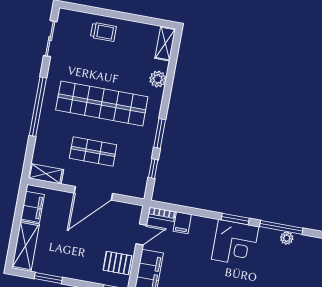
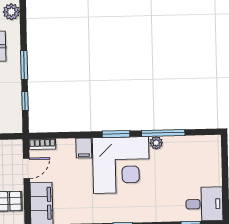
filing cabinet: (182, 223) -> (84, 148), moved
plant: (287, 238) -> (156, 143), moved
corner desk: (235, 243) -> (121, 165), width x1.36, depth x1.36

